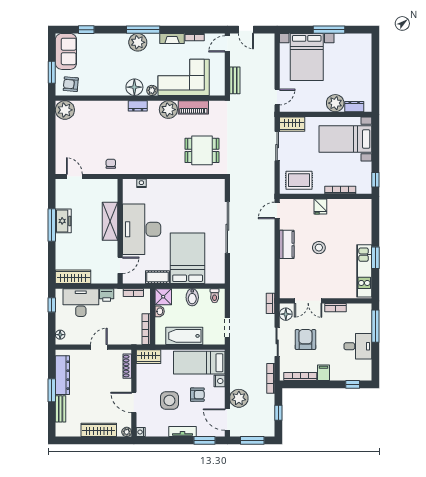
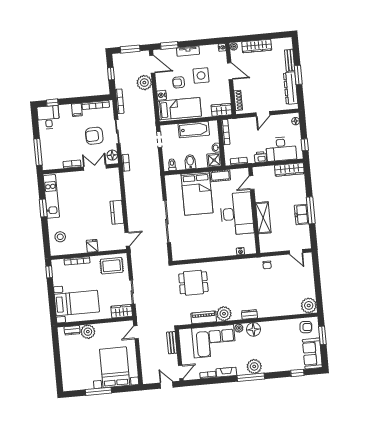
stool: (319, 248) -> (60, 237), moved
armchair: (305, 339) -> (94, 136), turned 88
desk: (358, 346) -> (48, 117), moved, turned 90

